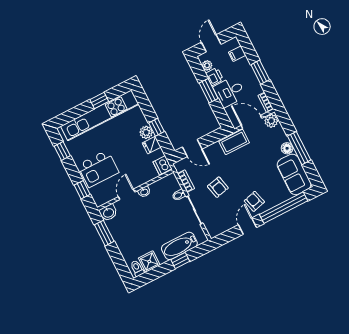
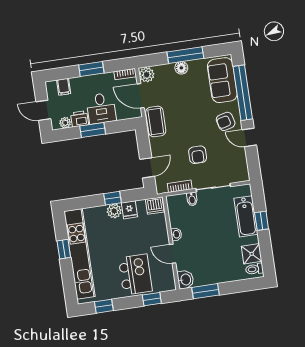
door: (252, 122) -> (141, 96), hinge flipped
sofa: (294, 174) -> (222, 80), moved, turned 90
armchair: (218, 187) -> (198, 155), turned 103

